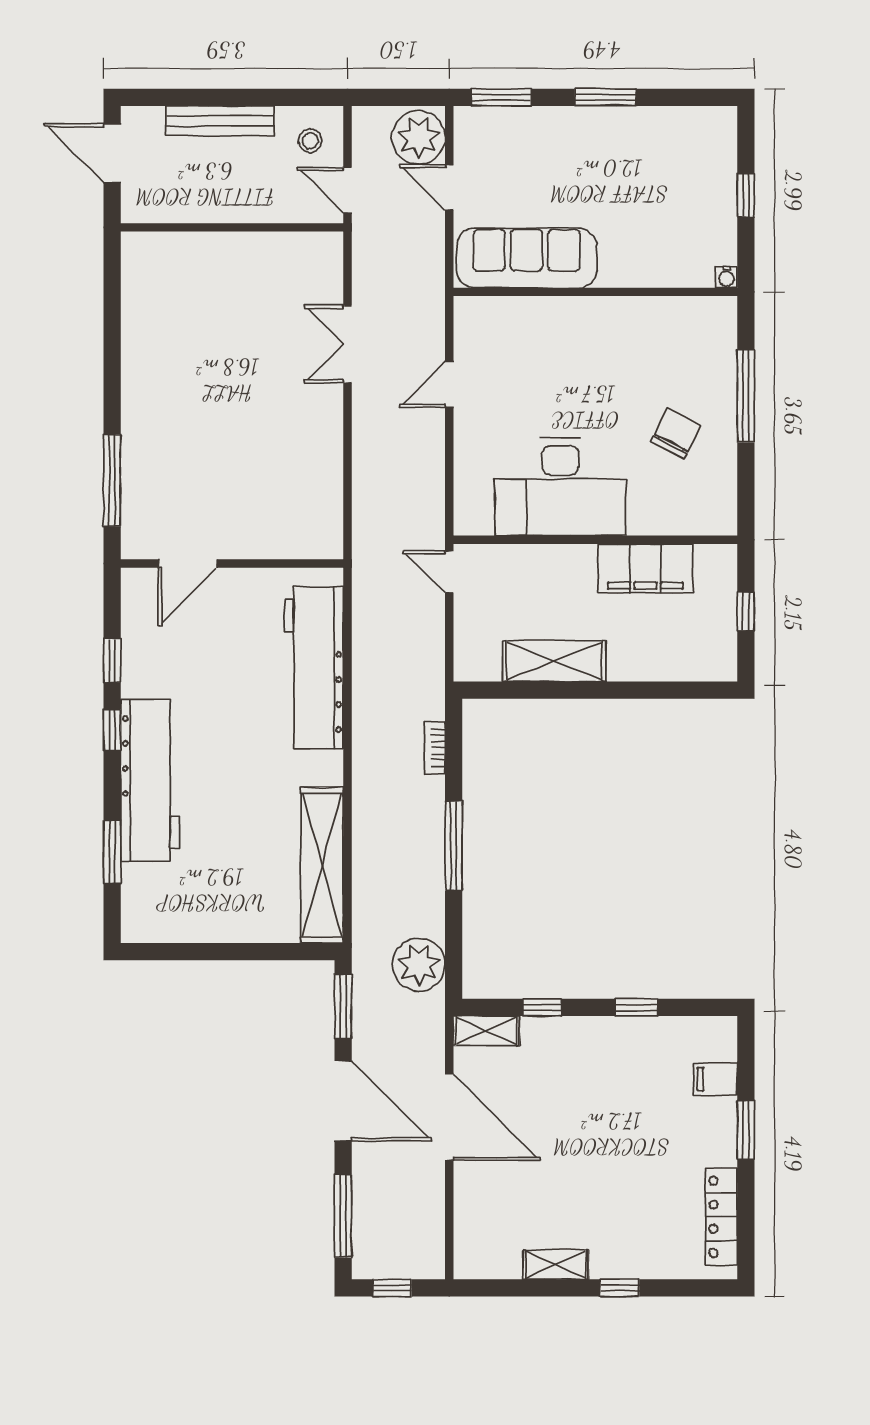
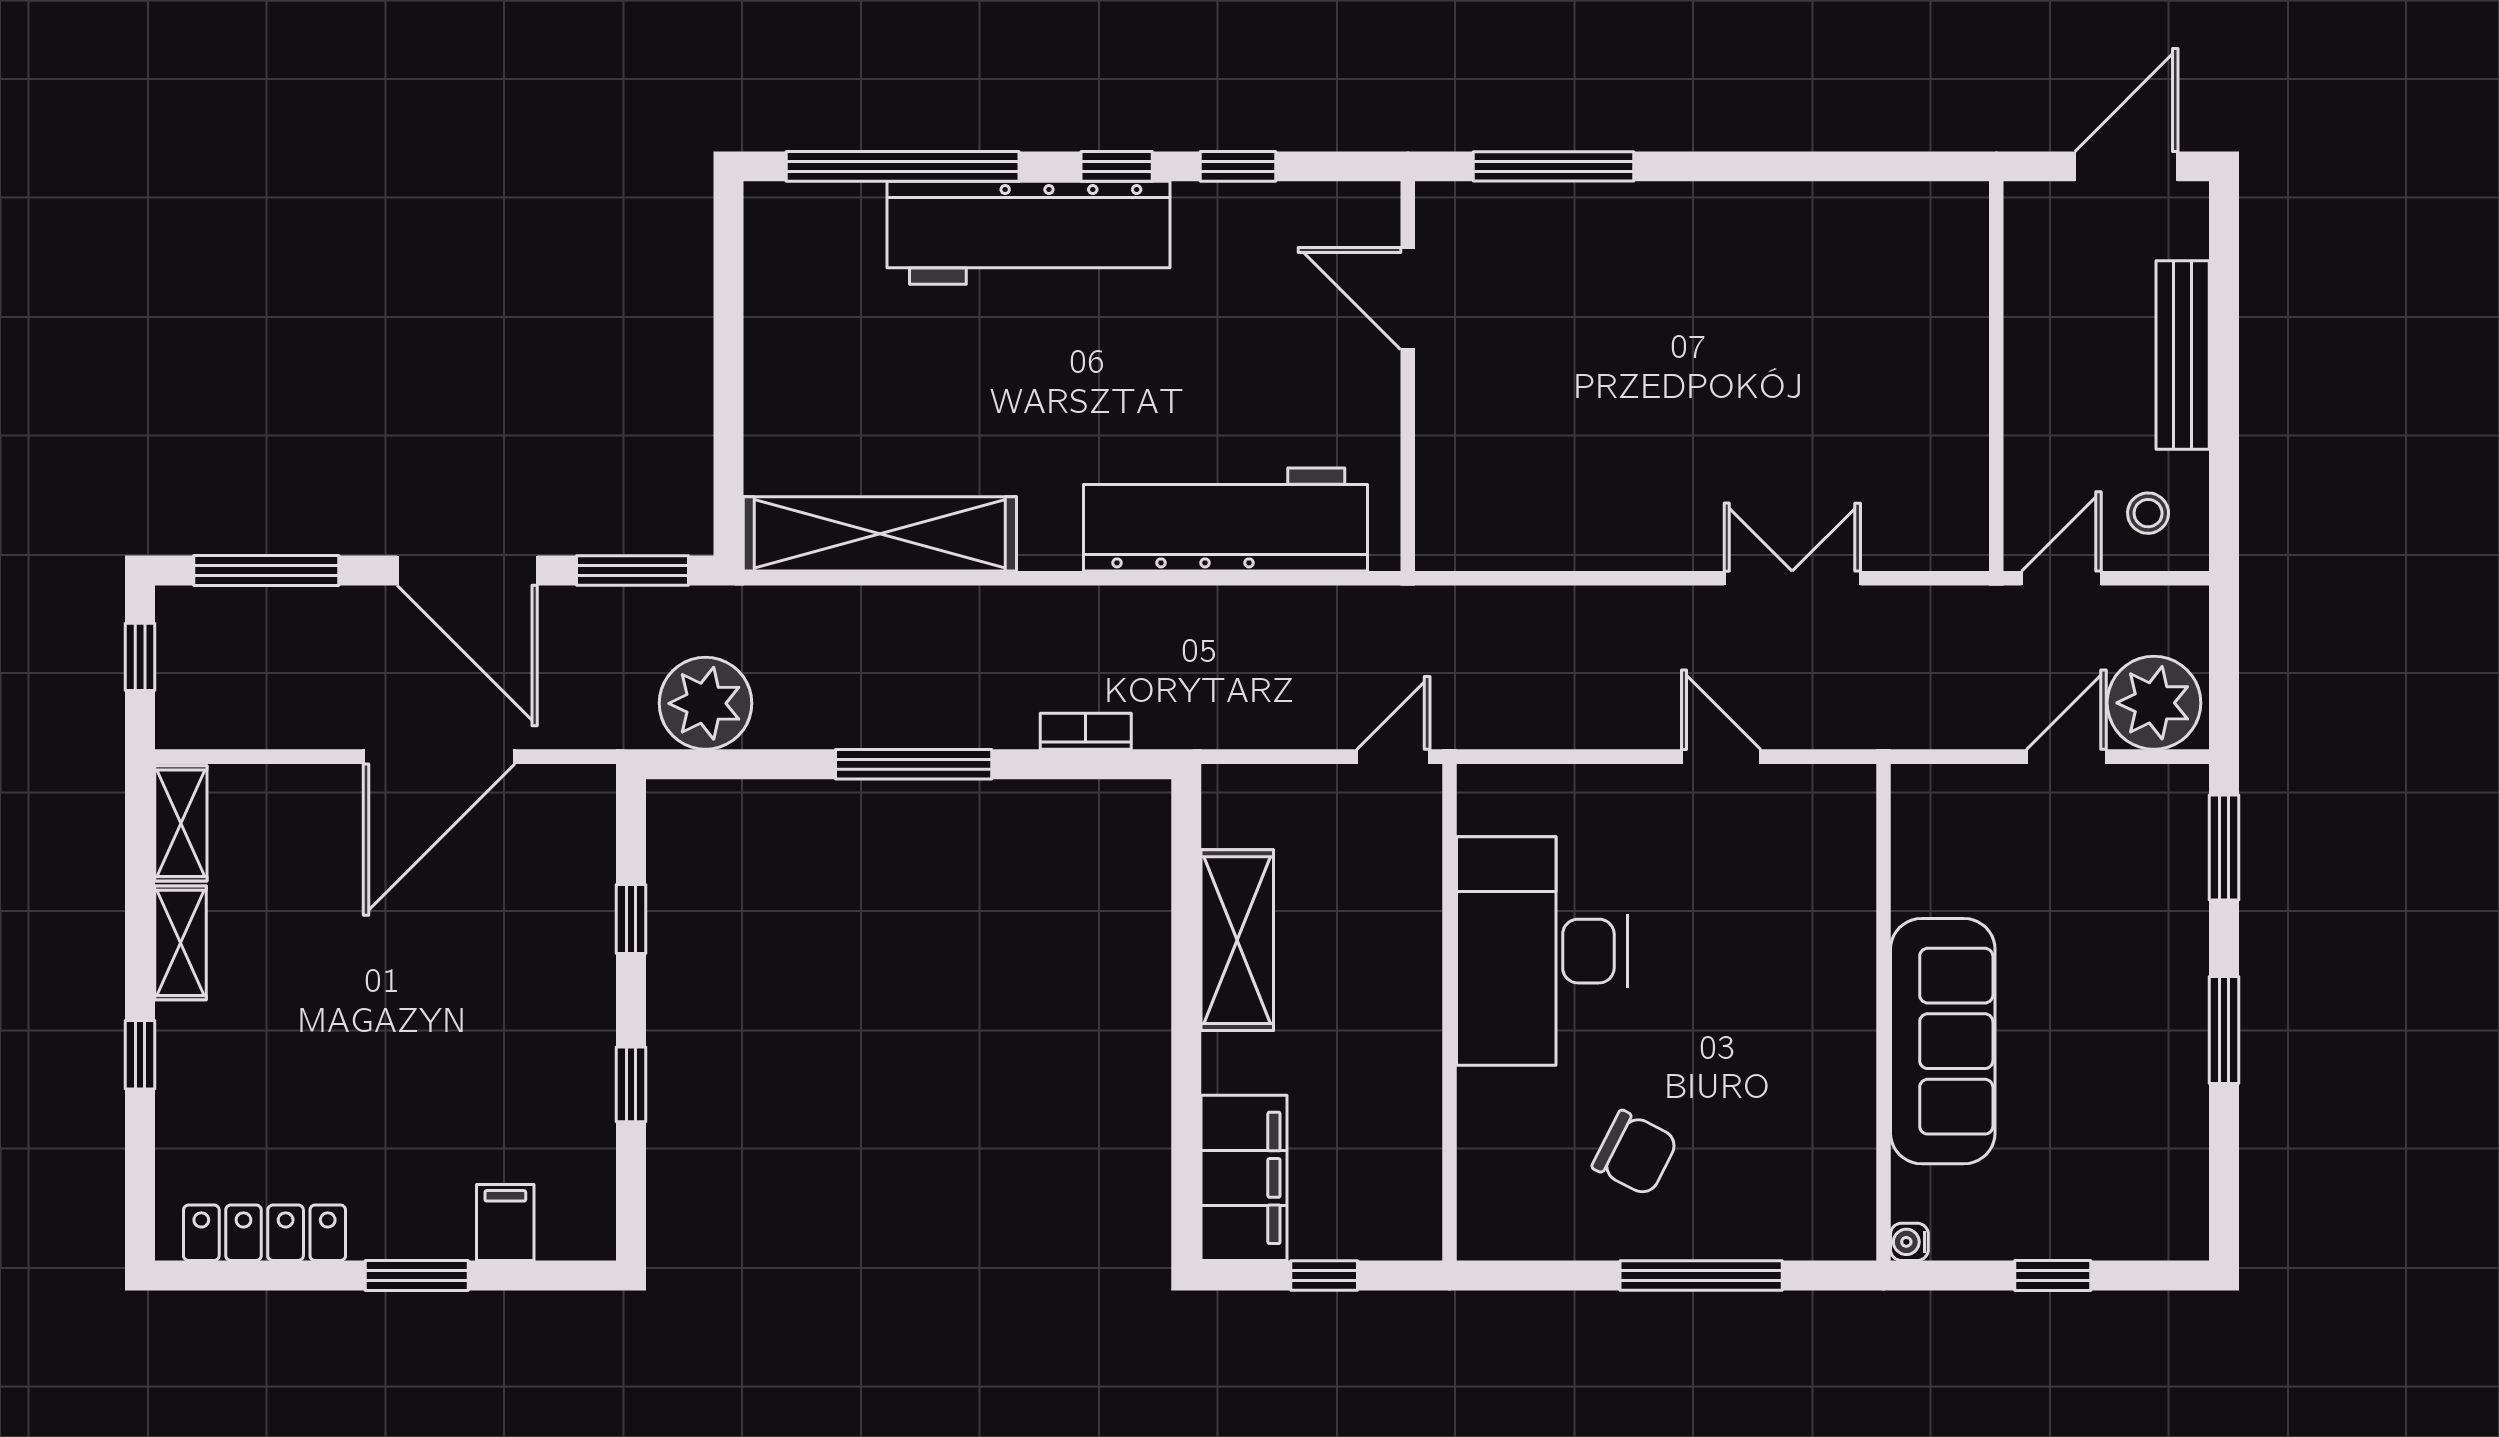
sofa: (527, 258) -> (1943, 1041), moved
filing cabinet: (645, 568) -> (1244, 1178), moved, turned 180
window: (112, 852) -> (903, 166), width x2.11
shelving: (486, 1031) -> (181, 823), moved
door: (343, 1101) -> (467, 571), hinge flipped

